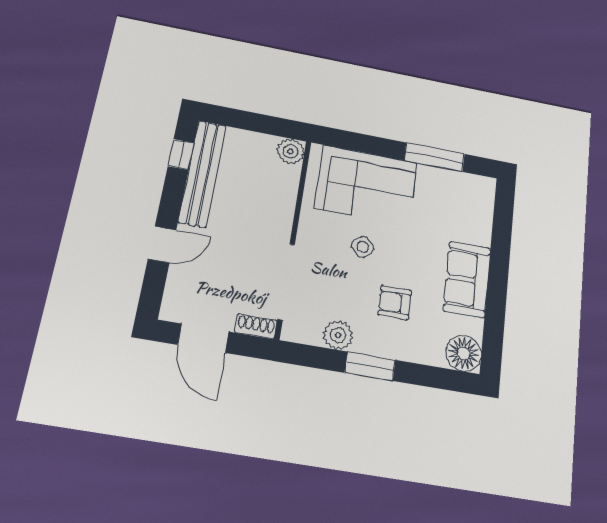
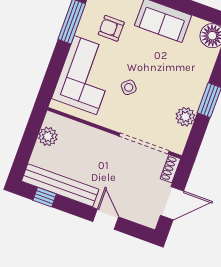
plant: (291, 151) -> (48, 136), moved
armchair: (395, 303) -> (111, 28), moved, turned 90

